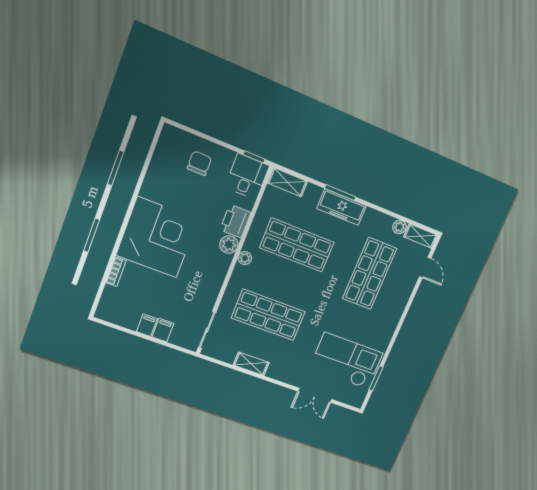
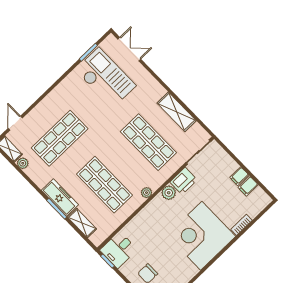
shelving: (287, 182) -> (82, 223), moved
printer: (235, 221) -> (184, 181), moved
plant: (229, 245) -> (169, 193), moved
filing cabinet: (163, 330) -> (248, 186), moved
checkout: (346, 361) -> (106, 78), turned 180
shelving: (251, 364) -> (177, 112), width x1.50, depth x1.33
double door: (315, 395) -> (129, 49), moved

